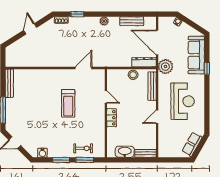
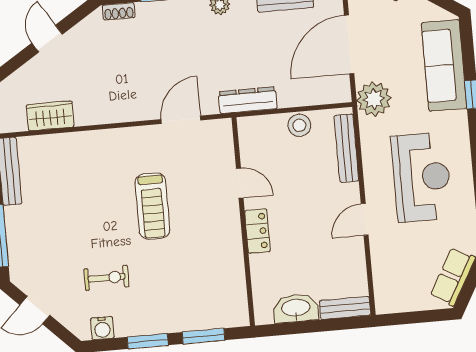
door: (157, 43) -> (349, 44), hinge flipped
wardrobe: (29, 61) -> (50, 116), added
dresser: (144, 62) -> (248, 100), moved
exercise bike: (83, 148) -> (107, 278), moved

